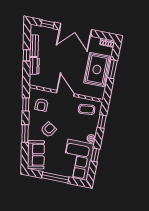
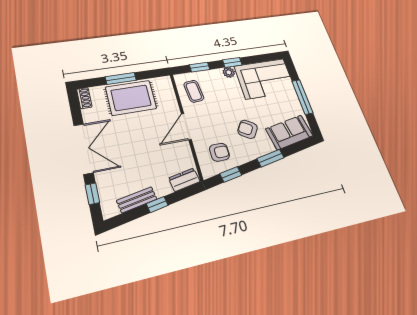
dresser: (34, 66) -> (184, 180), moved
window: (95, 155) -> (232, 62), moved

